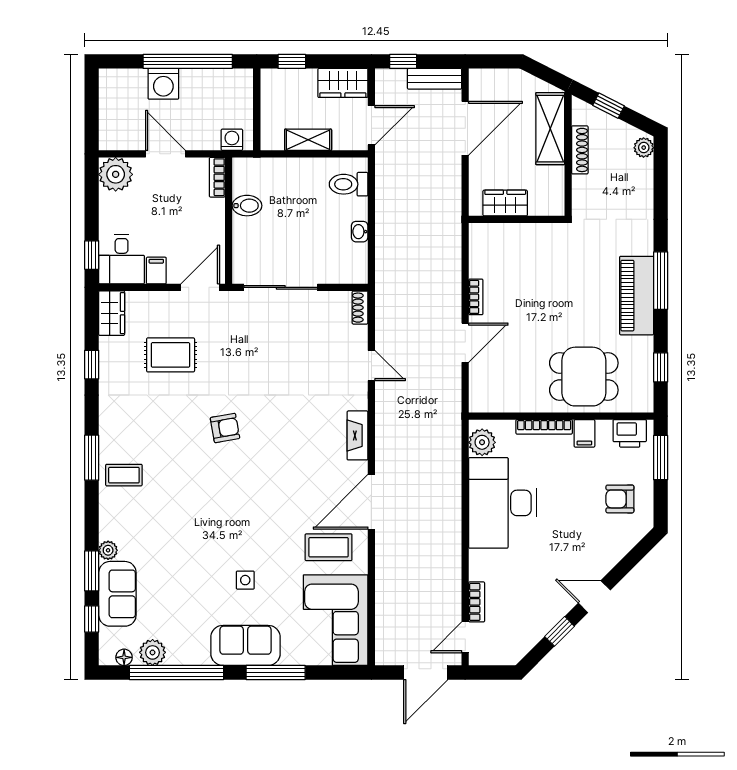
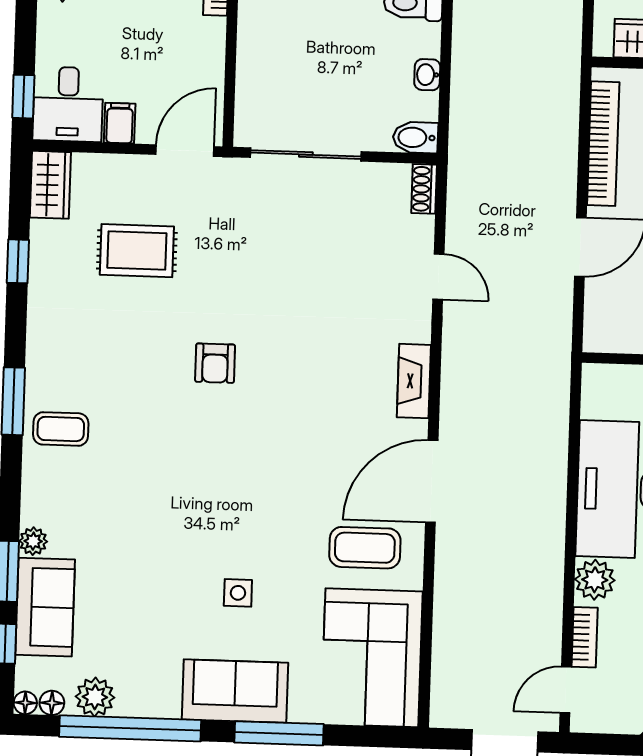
bidet: (247, 206) -> (415, 137), moved, turned 180
bookcase: (476, 297) -> (603, 144), width x2.31, depth x1.31
armchair: (225, 428) -> (215, 363), turned 100
plant: (482, 442) -> (595, 580), moved
floor lamp: (106, 658) -> (25, 703), added

